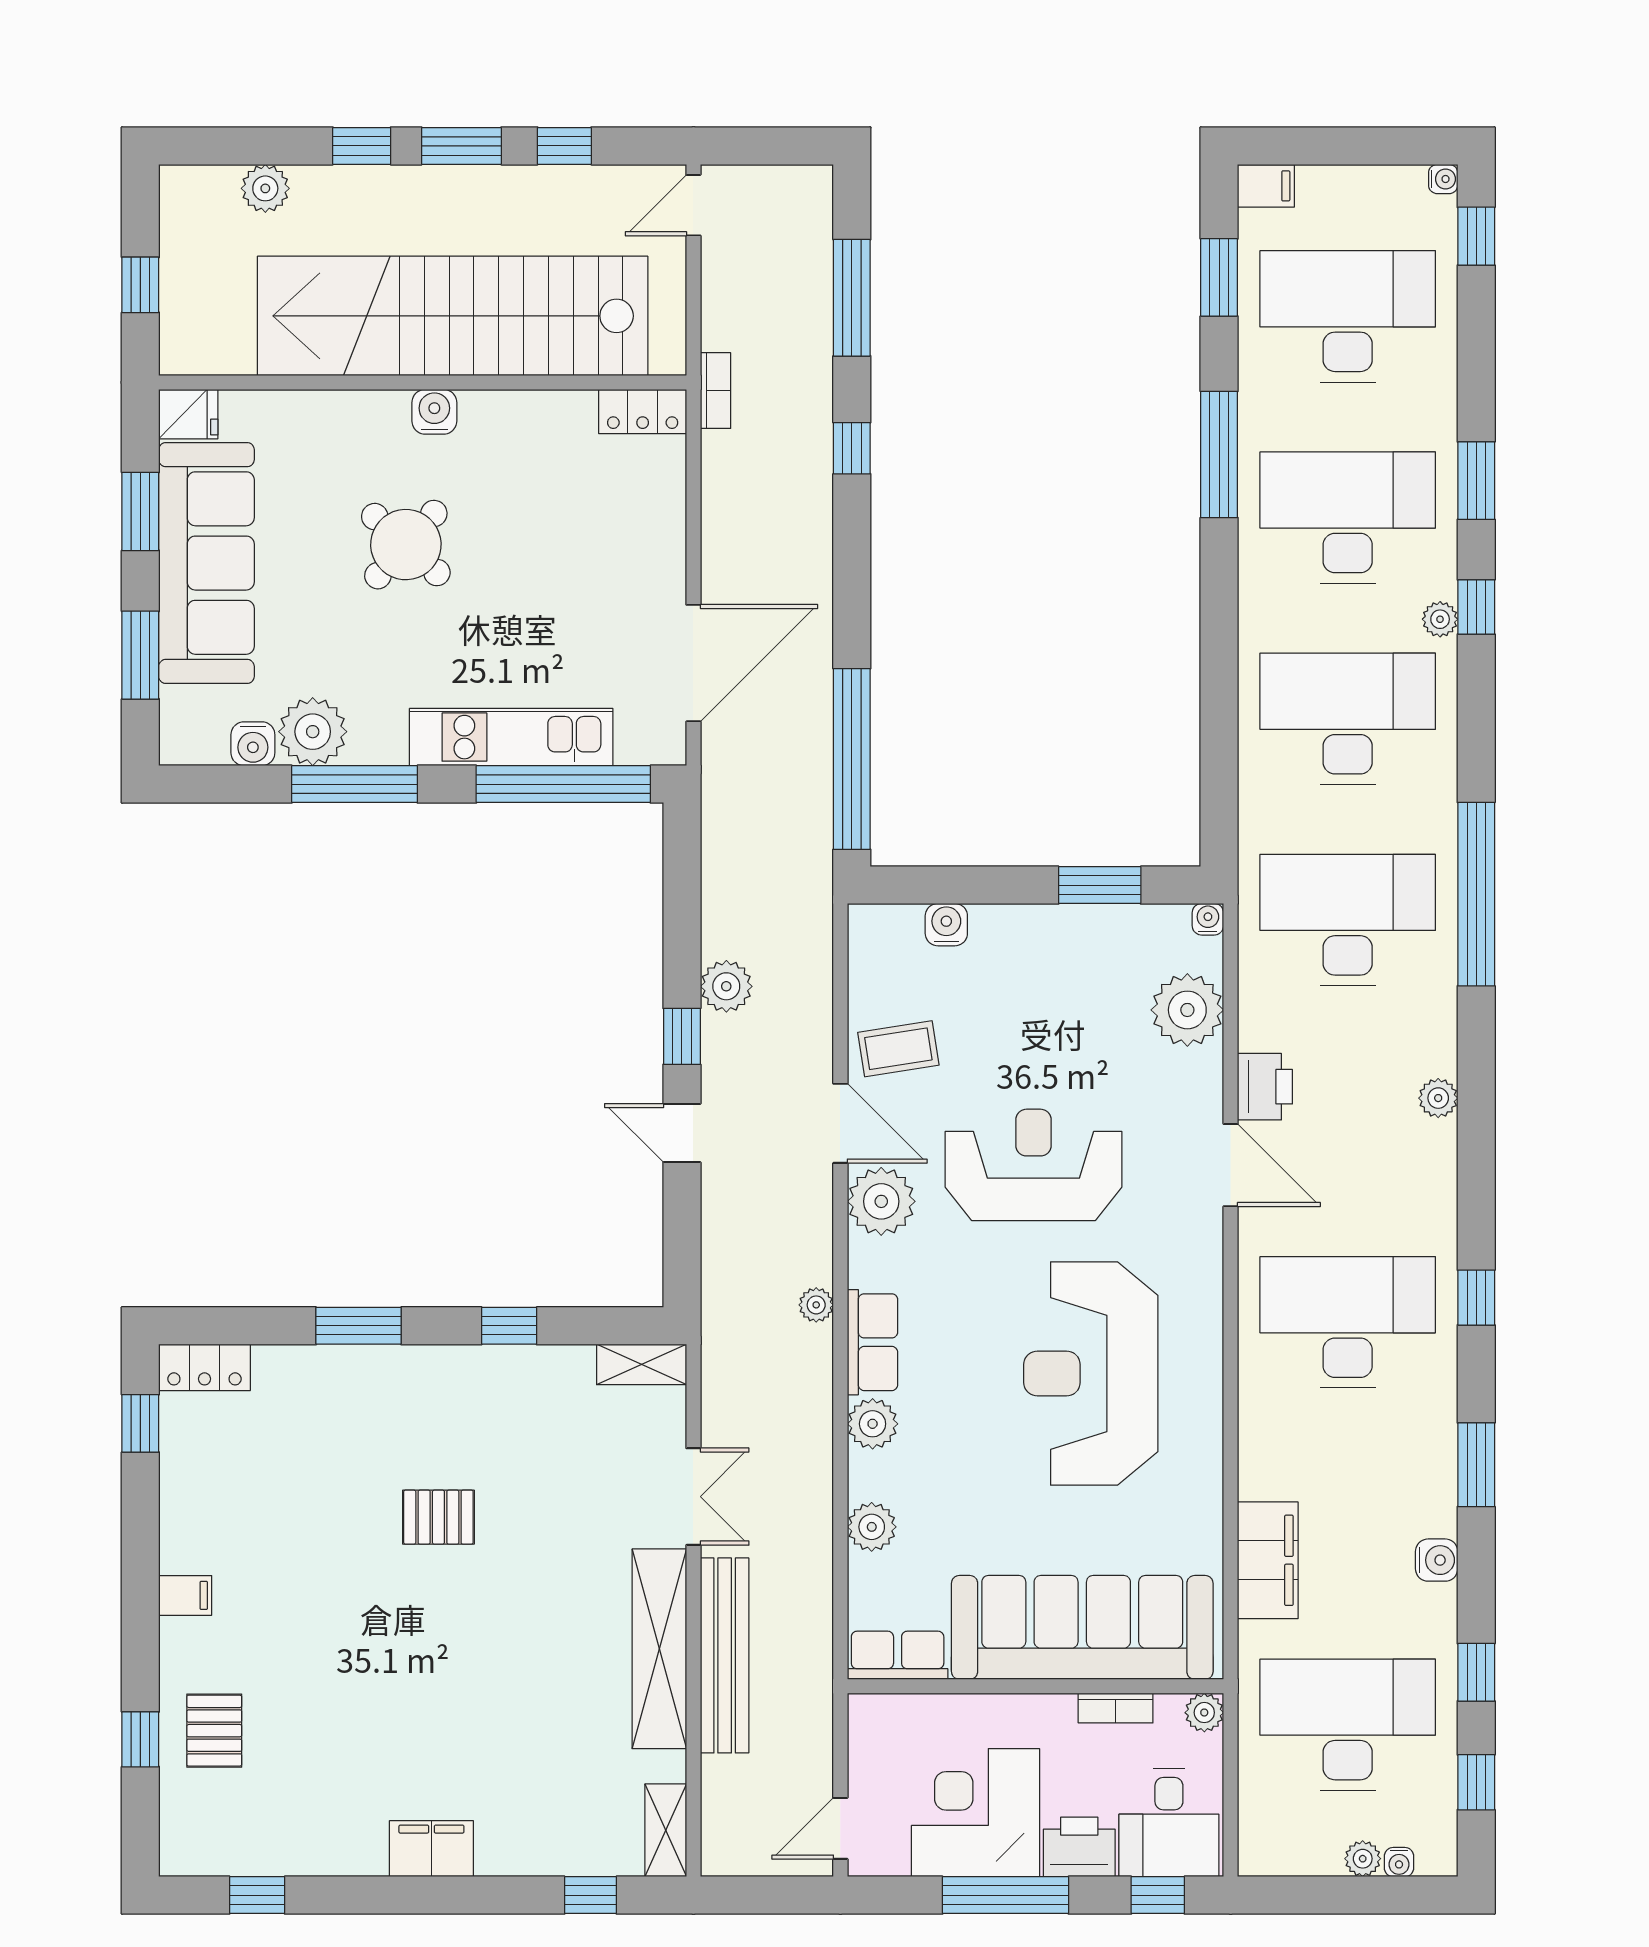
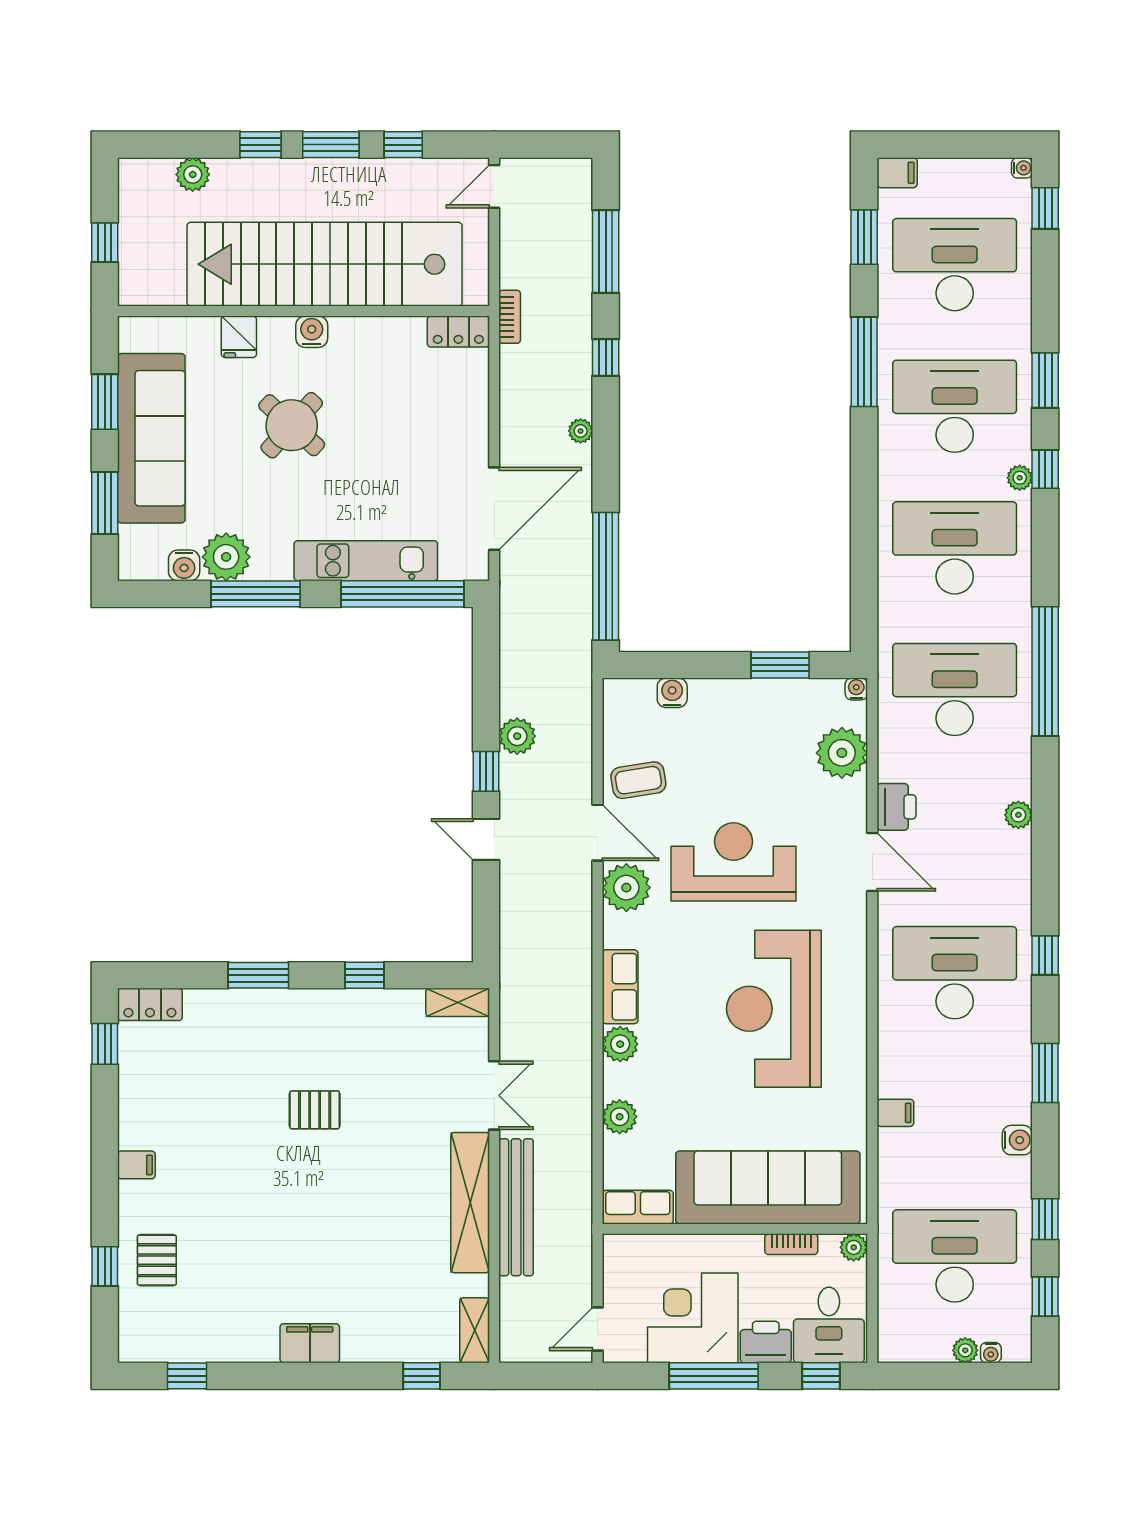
fridge: (188, 414) -> (239, 337), moved, turned 90
plant: (816, 1305) -> (581, 431), moved
filing cabinet: (1268, 1560) -> (895, 1113), width x0.33, depth x0.86

